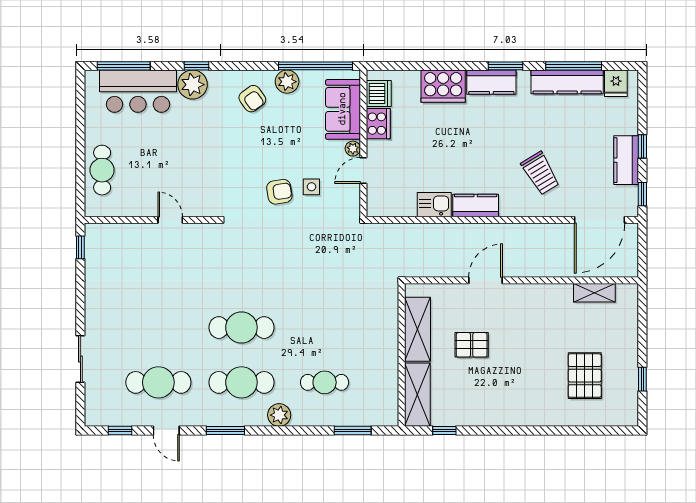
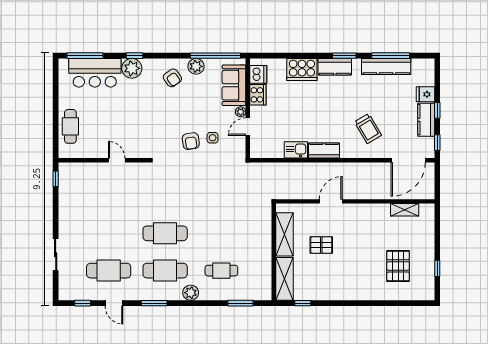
fridge: (616, 83) -> (425, 94), moved, turned 90
armchair: (279, 192) -> (191, 141), turned 91

